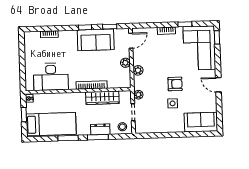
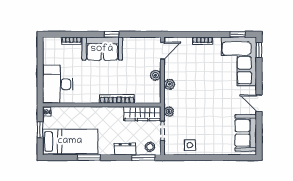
window: (185, 24) -> (238, 34), moved
window: (110, 27) -> (139, 34), removed
sofa: (96, 40) -> (102, 49), moved
desk: (51, 77) -> (58, 84), moved, turned 90
armchair: (175, 84) -> (210, 101), removed
wardrobe: (102, 98) -> (142, 114), moved
side table: (173, 103) -> (190, 145), moved
sofa: (201, 122) -> (246, 133), moved, turned -90
window: (98, 137) -> (143, 158), moved

